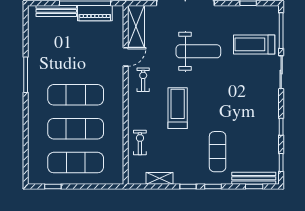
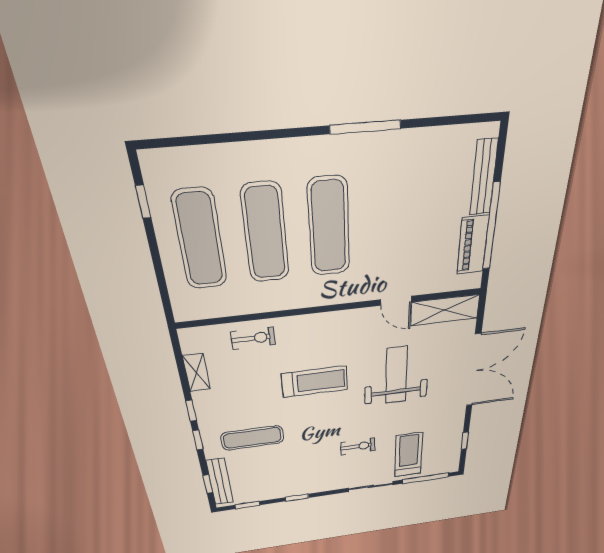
weight bench: (198, 51) -> (396, 375), moved, turned 180
exercise bike: (143, 80) -> (358, 446), moved

